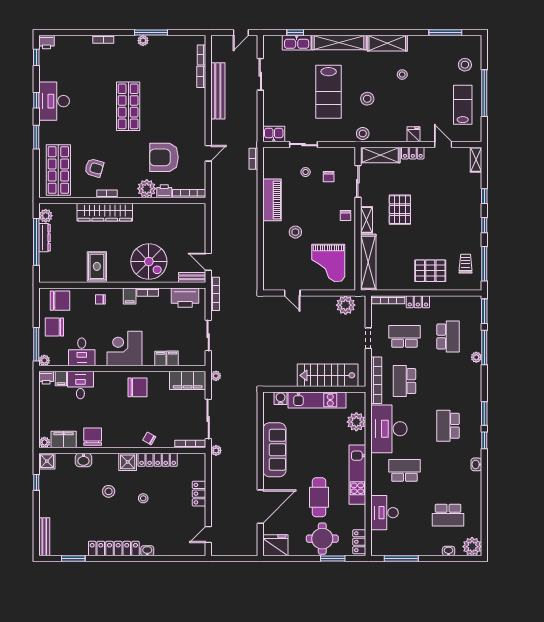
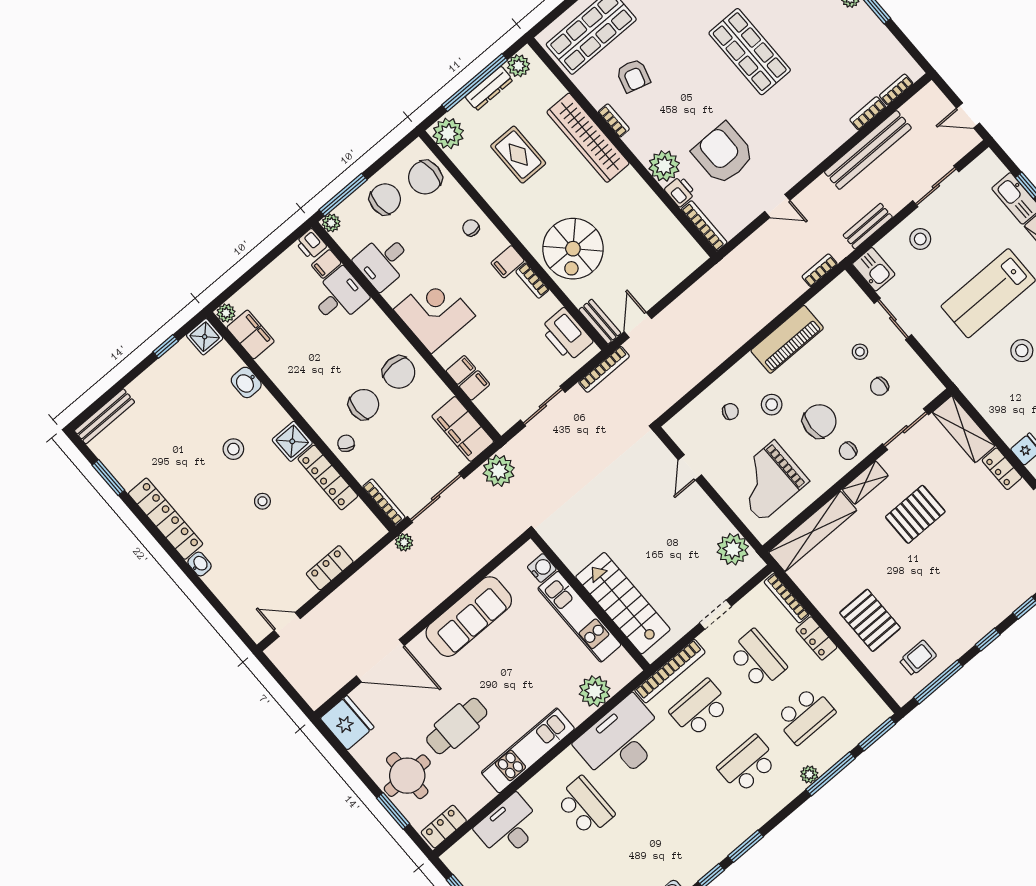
shop shelf: (128, 106) -> (750, 52), turned 90
bench: (252, 120) -> (868, 226), added
stool: (363, 134) -> (920, 239), moved
chair: (321, 217) -> (819, 421), added
chair: (283, 253) -> (730, 412), added
rug: (97, 266) -> (518, 155), moved, turned 90
plant: (49, 273) -> (448, 133), added
chair: (60, 301) -> (425, 177), turned 90
chair: (54, 327) -> (385, 199), turned 90
plant: (216, 376) -> (499, 471), width x1.88, depth x1.88
school desk: (448, 426) -> (748, 764), moved
chair: (93, 437) -> (364, 404), moved

